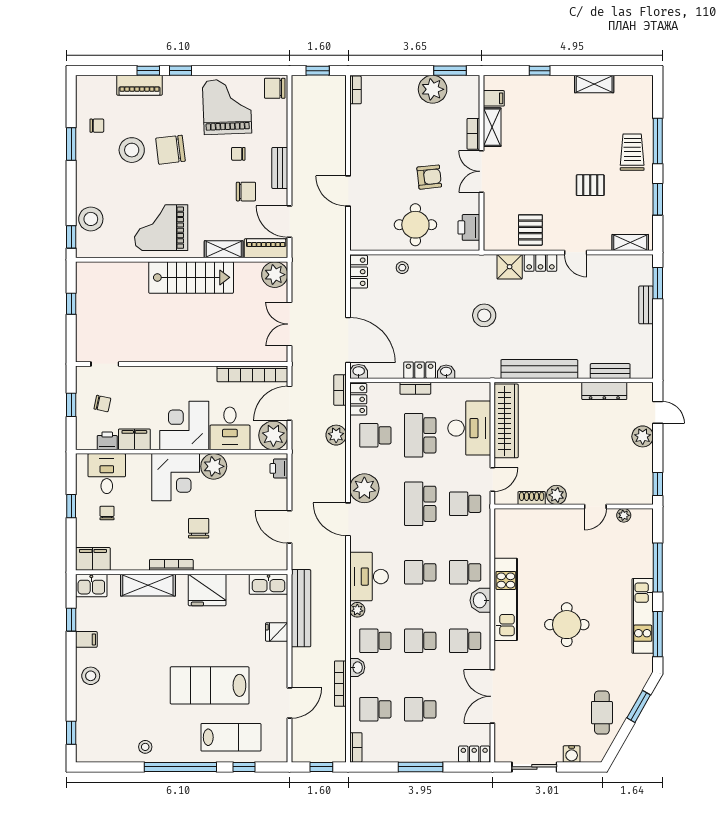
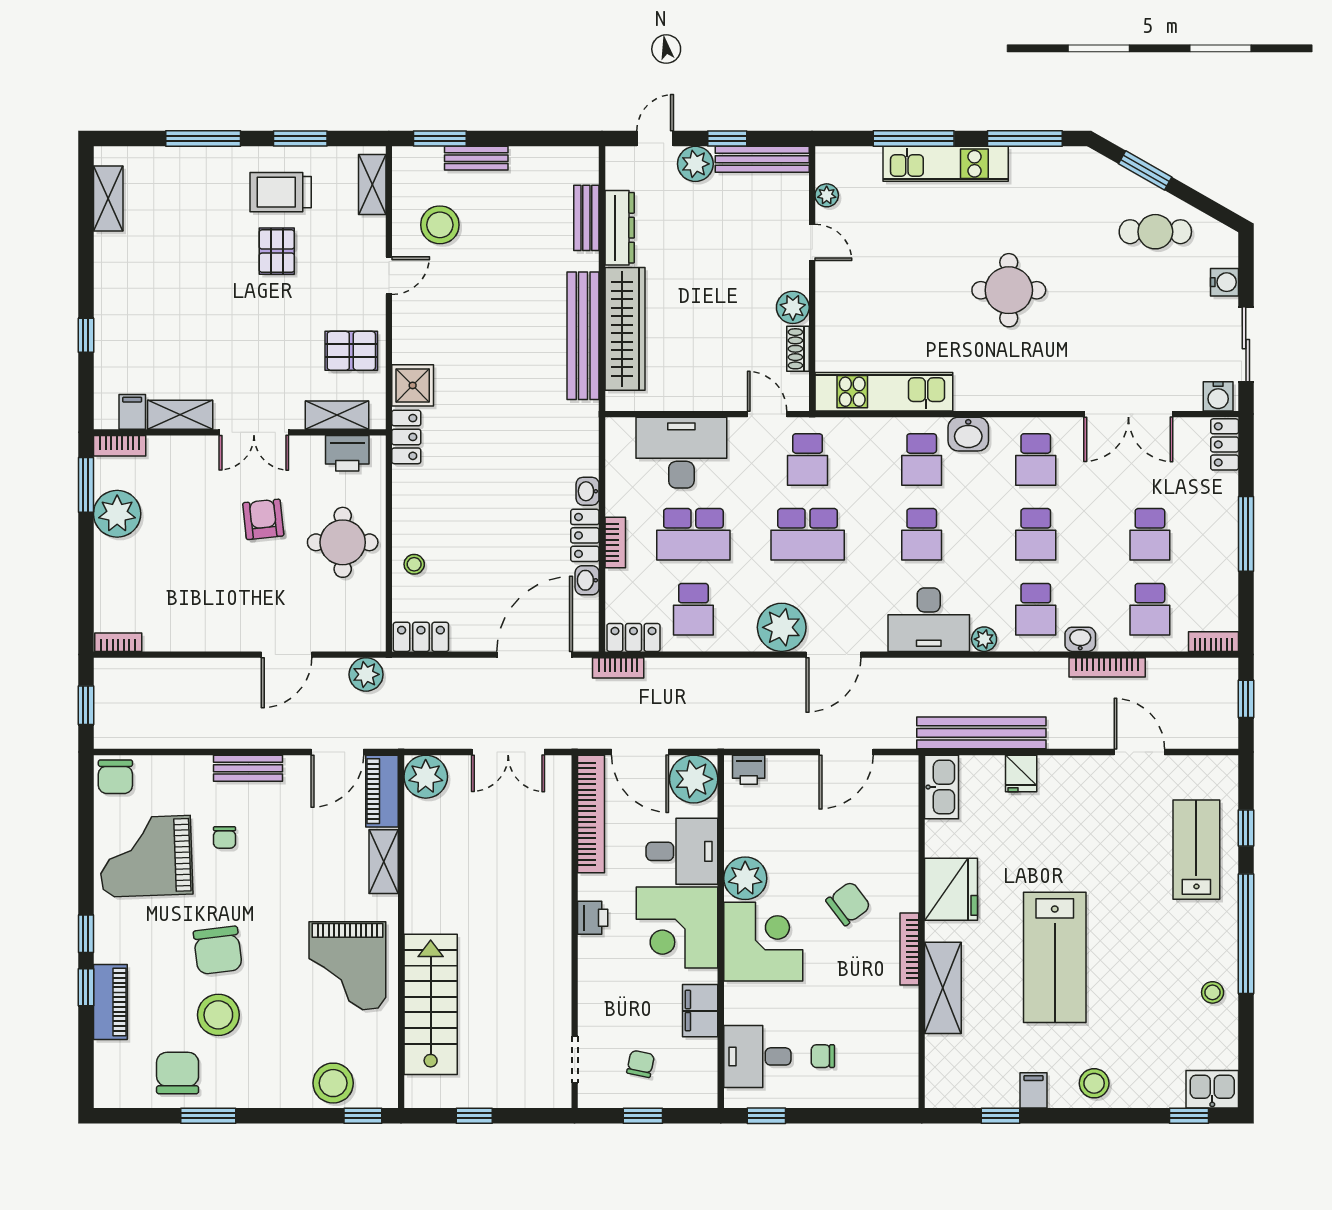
shelving: (594, 84) -> (108, 198), moved
chair: (97, 126) -> (178, 1073), width x1.87, depth x1.87
bookcase: (473, 134) -> (120, 446), moved
trolley: (632, 152) -> (281, 192), moved
chair: (246, 192) -> (287, 825), removed
shelving: (492, 221) -> (337, 415), added
locker: (541, 263) -> (406, 437), moved
stairs: (191, 277) -> (431, 1004), moved
stool: (484, 315) -> (440, 225), moved
washbasin: (359, 371) -> (587, 580), moved
wardrobe: (506, 421) -> (625, 329), moved, turned 90
plant: (336, 435) -> (366, 674), moved
printer: (107, 441) -> (593, 918), moved, turned 180
bench: (645, 477) -> (762, 159), added
window: (658, 484) -> (727, 139), moved
window: (71, 506) -> (766, 1116), moved
chair: (199, 528) -> (848, 903), turned 143
filing cabinet: (93, 559) -> (899, 1079), removed
kitchen sink: (91, 585) -> (1212, 1089), moved, turned -90
kitchen unit: (506, 599) -> (884, 392), moved
kitchen unit: (643, 616) -> (946, 164), moved
lab bench: (210, 685) -> (1055, 957), moved
water cooler: (503, 750) -> (1218, 396), added

